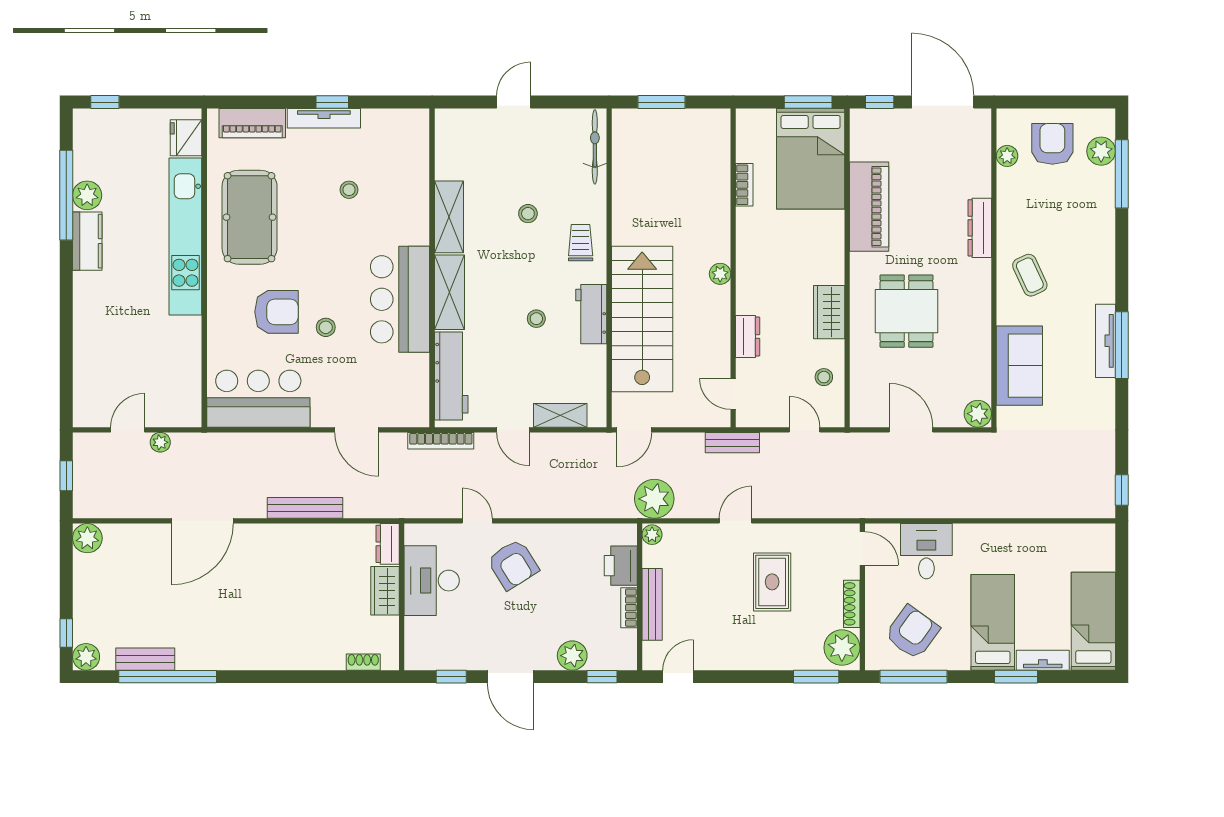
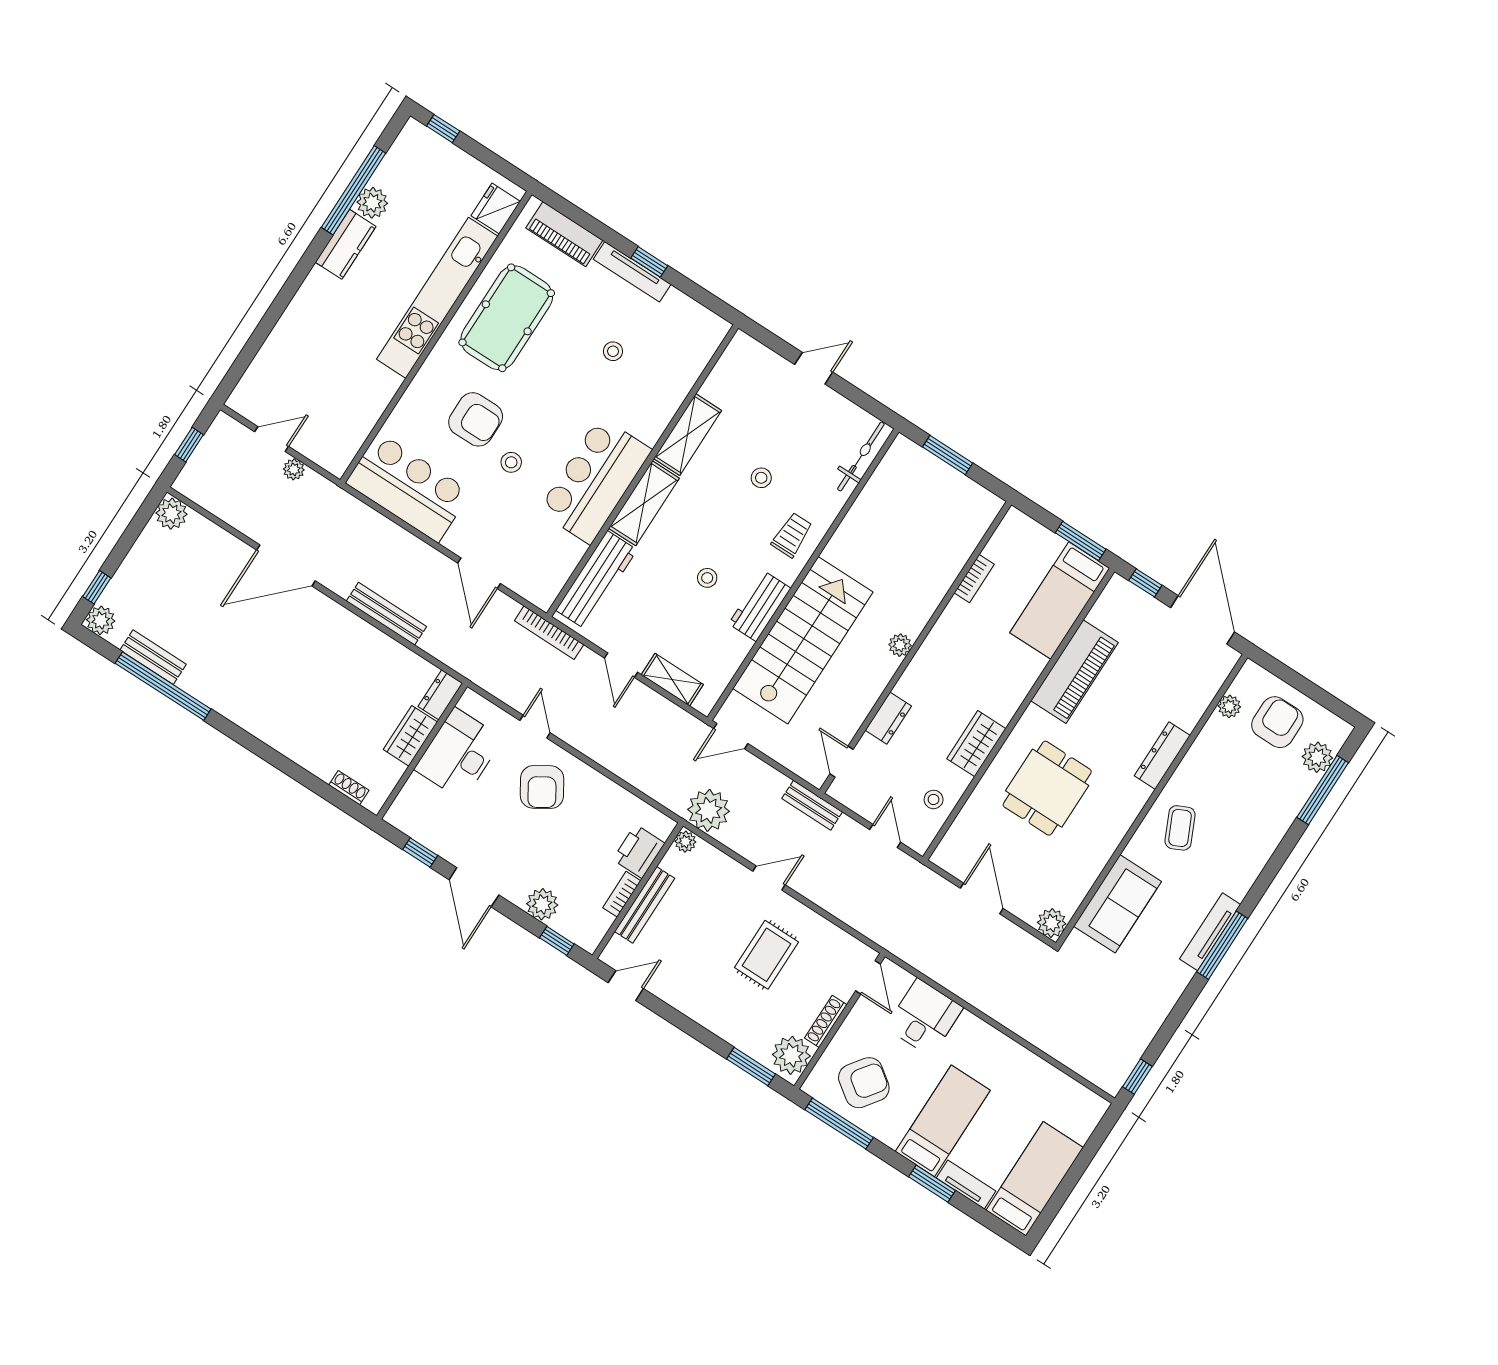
bed: (811, 159) -> (1060, 600), width x0.67

